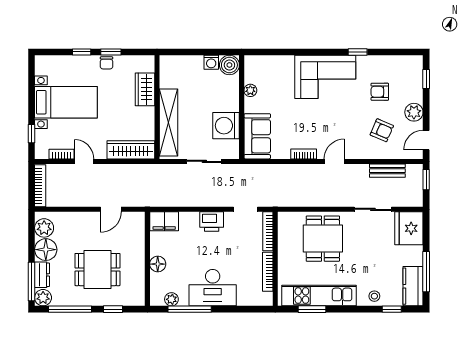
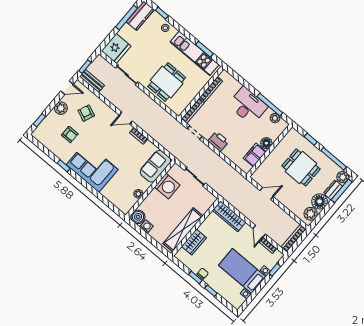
shelving: (169, 122) -> (183, 230), moved
bench: (387, 171) -> (92, 81), moved
filing cabinet: (164, 221) -> (255, 155), moved, turned -90

